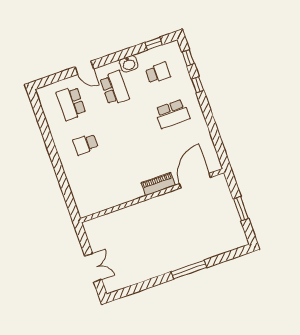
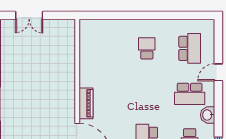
school desk: (71, 103) -> (190, 48), turned 90

